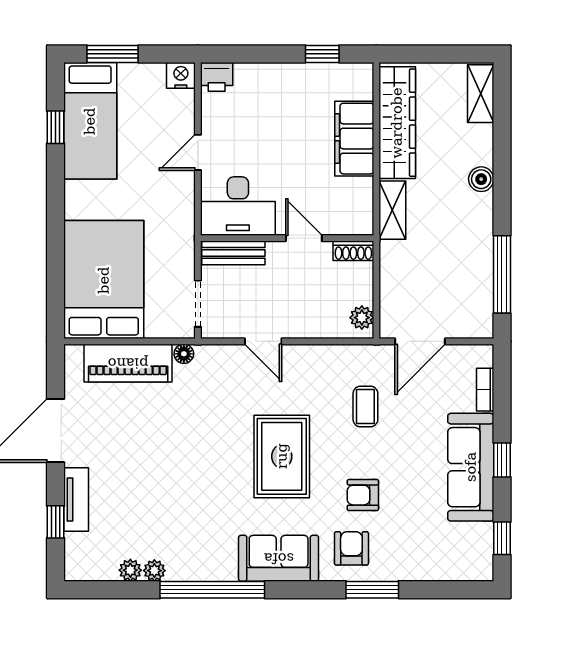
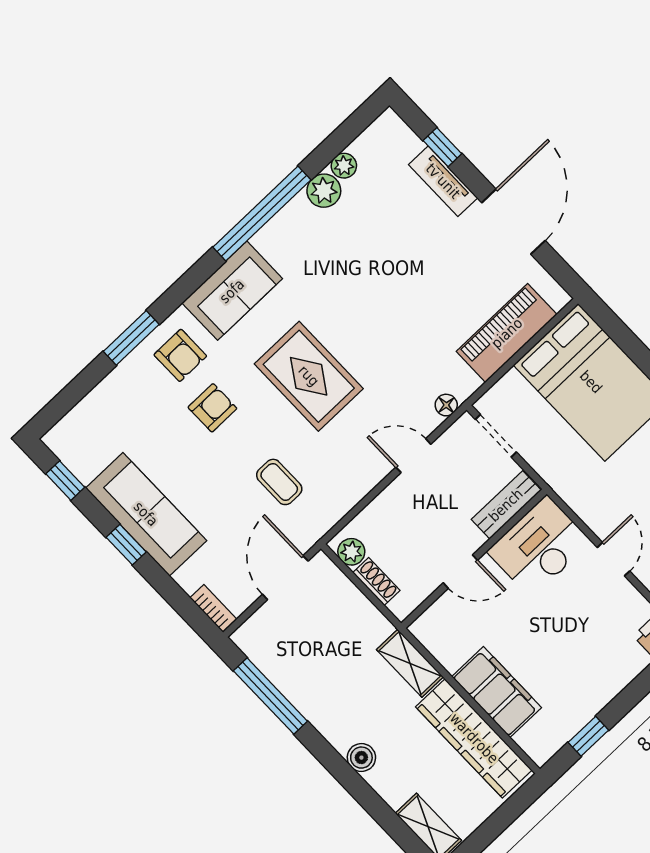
shoe rack: (353, 251) -> (376, 581), moved, turned 90
floor lamp: (184, 354) -> (446, 405), moved
bookcase: (485, 390) -> (213, 608), moved
plant: (154, 571) -> (324, 191), width x1.38, depth x1.38

